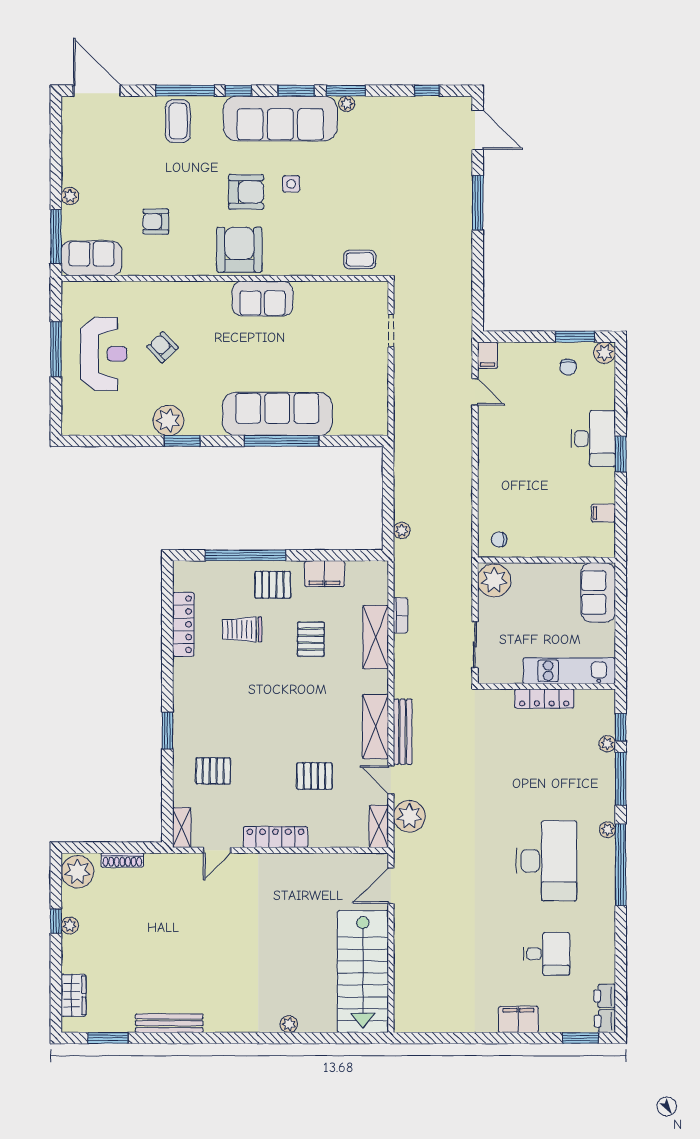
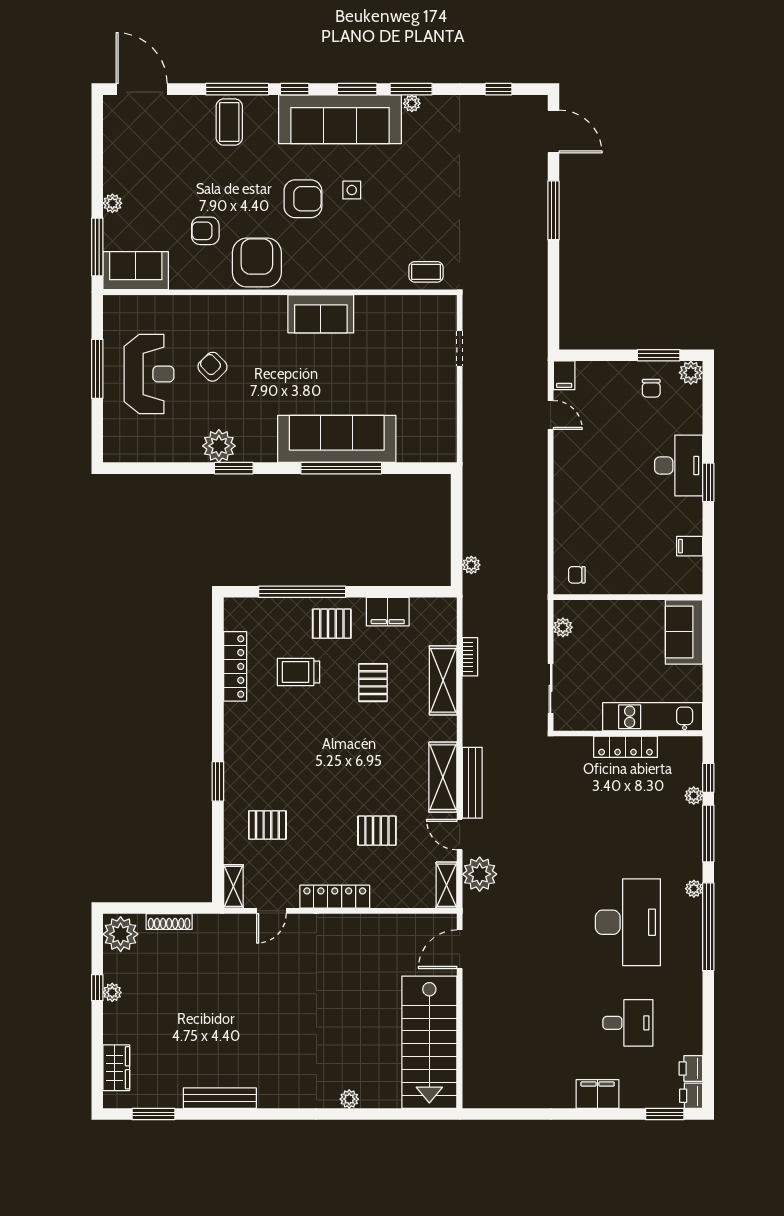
armchair: (239, 250) -> (257, 262), moved
plant: (494, 580) -> (563, 627), width x0.53, depth x0.53

